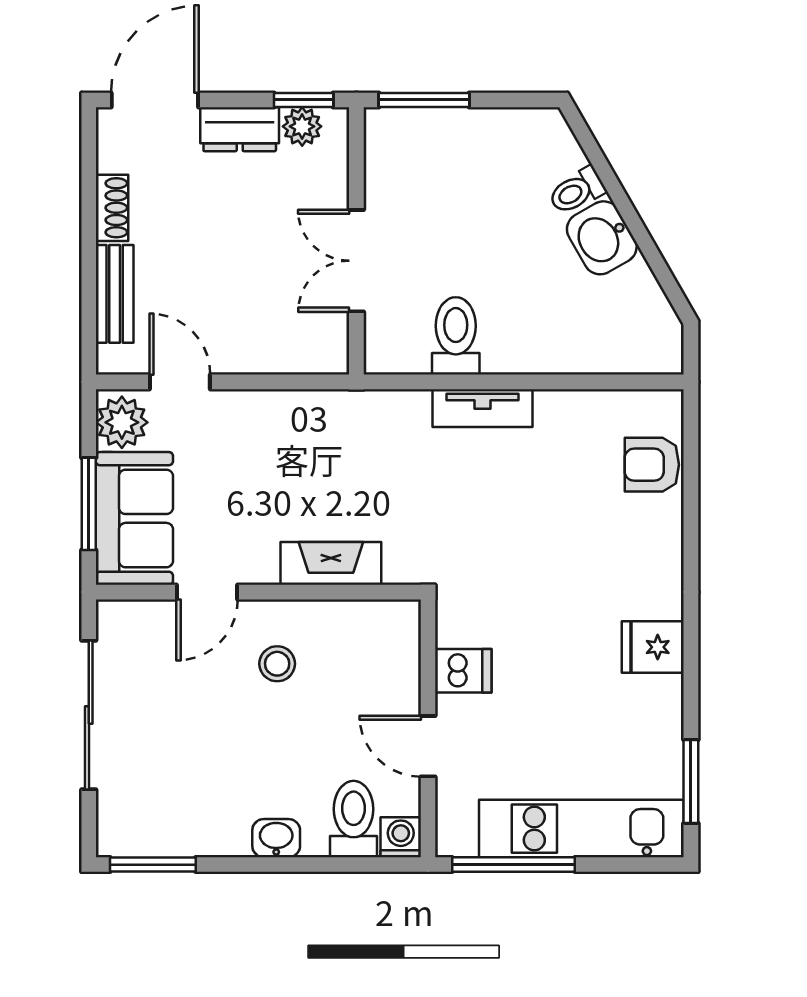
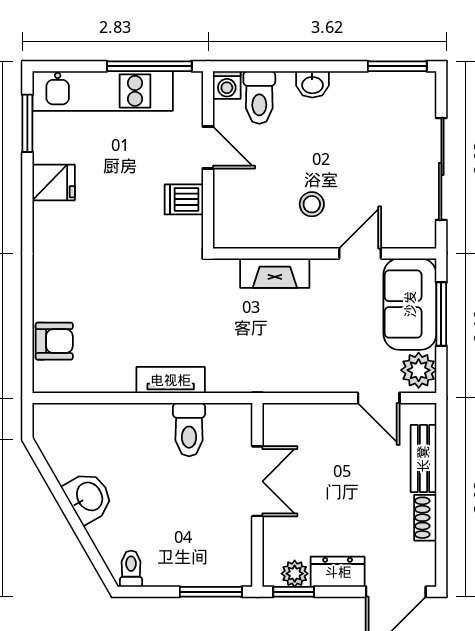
toilet: (577, 191) -> (131, 569), moved, turned -60
fridge: (653, 647) -> (54, 182), moved

